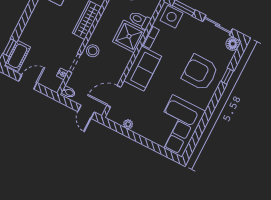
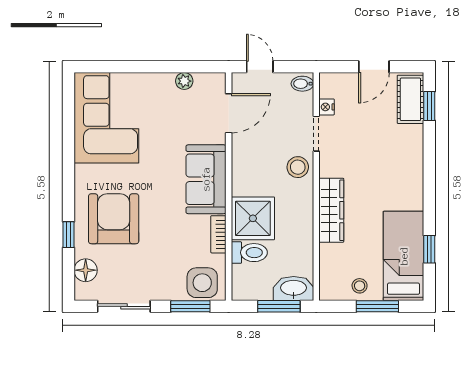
floor lamp: (233, 44) -> (86, 270), moved
armchair: (200, 72) -> (114, 219), turned -91

